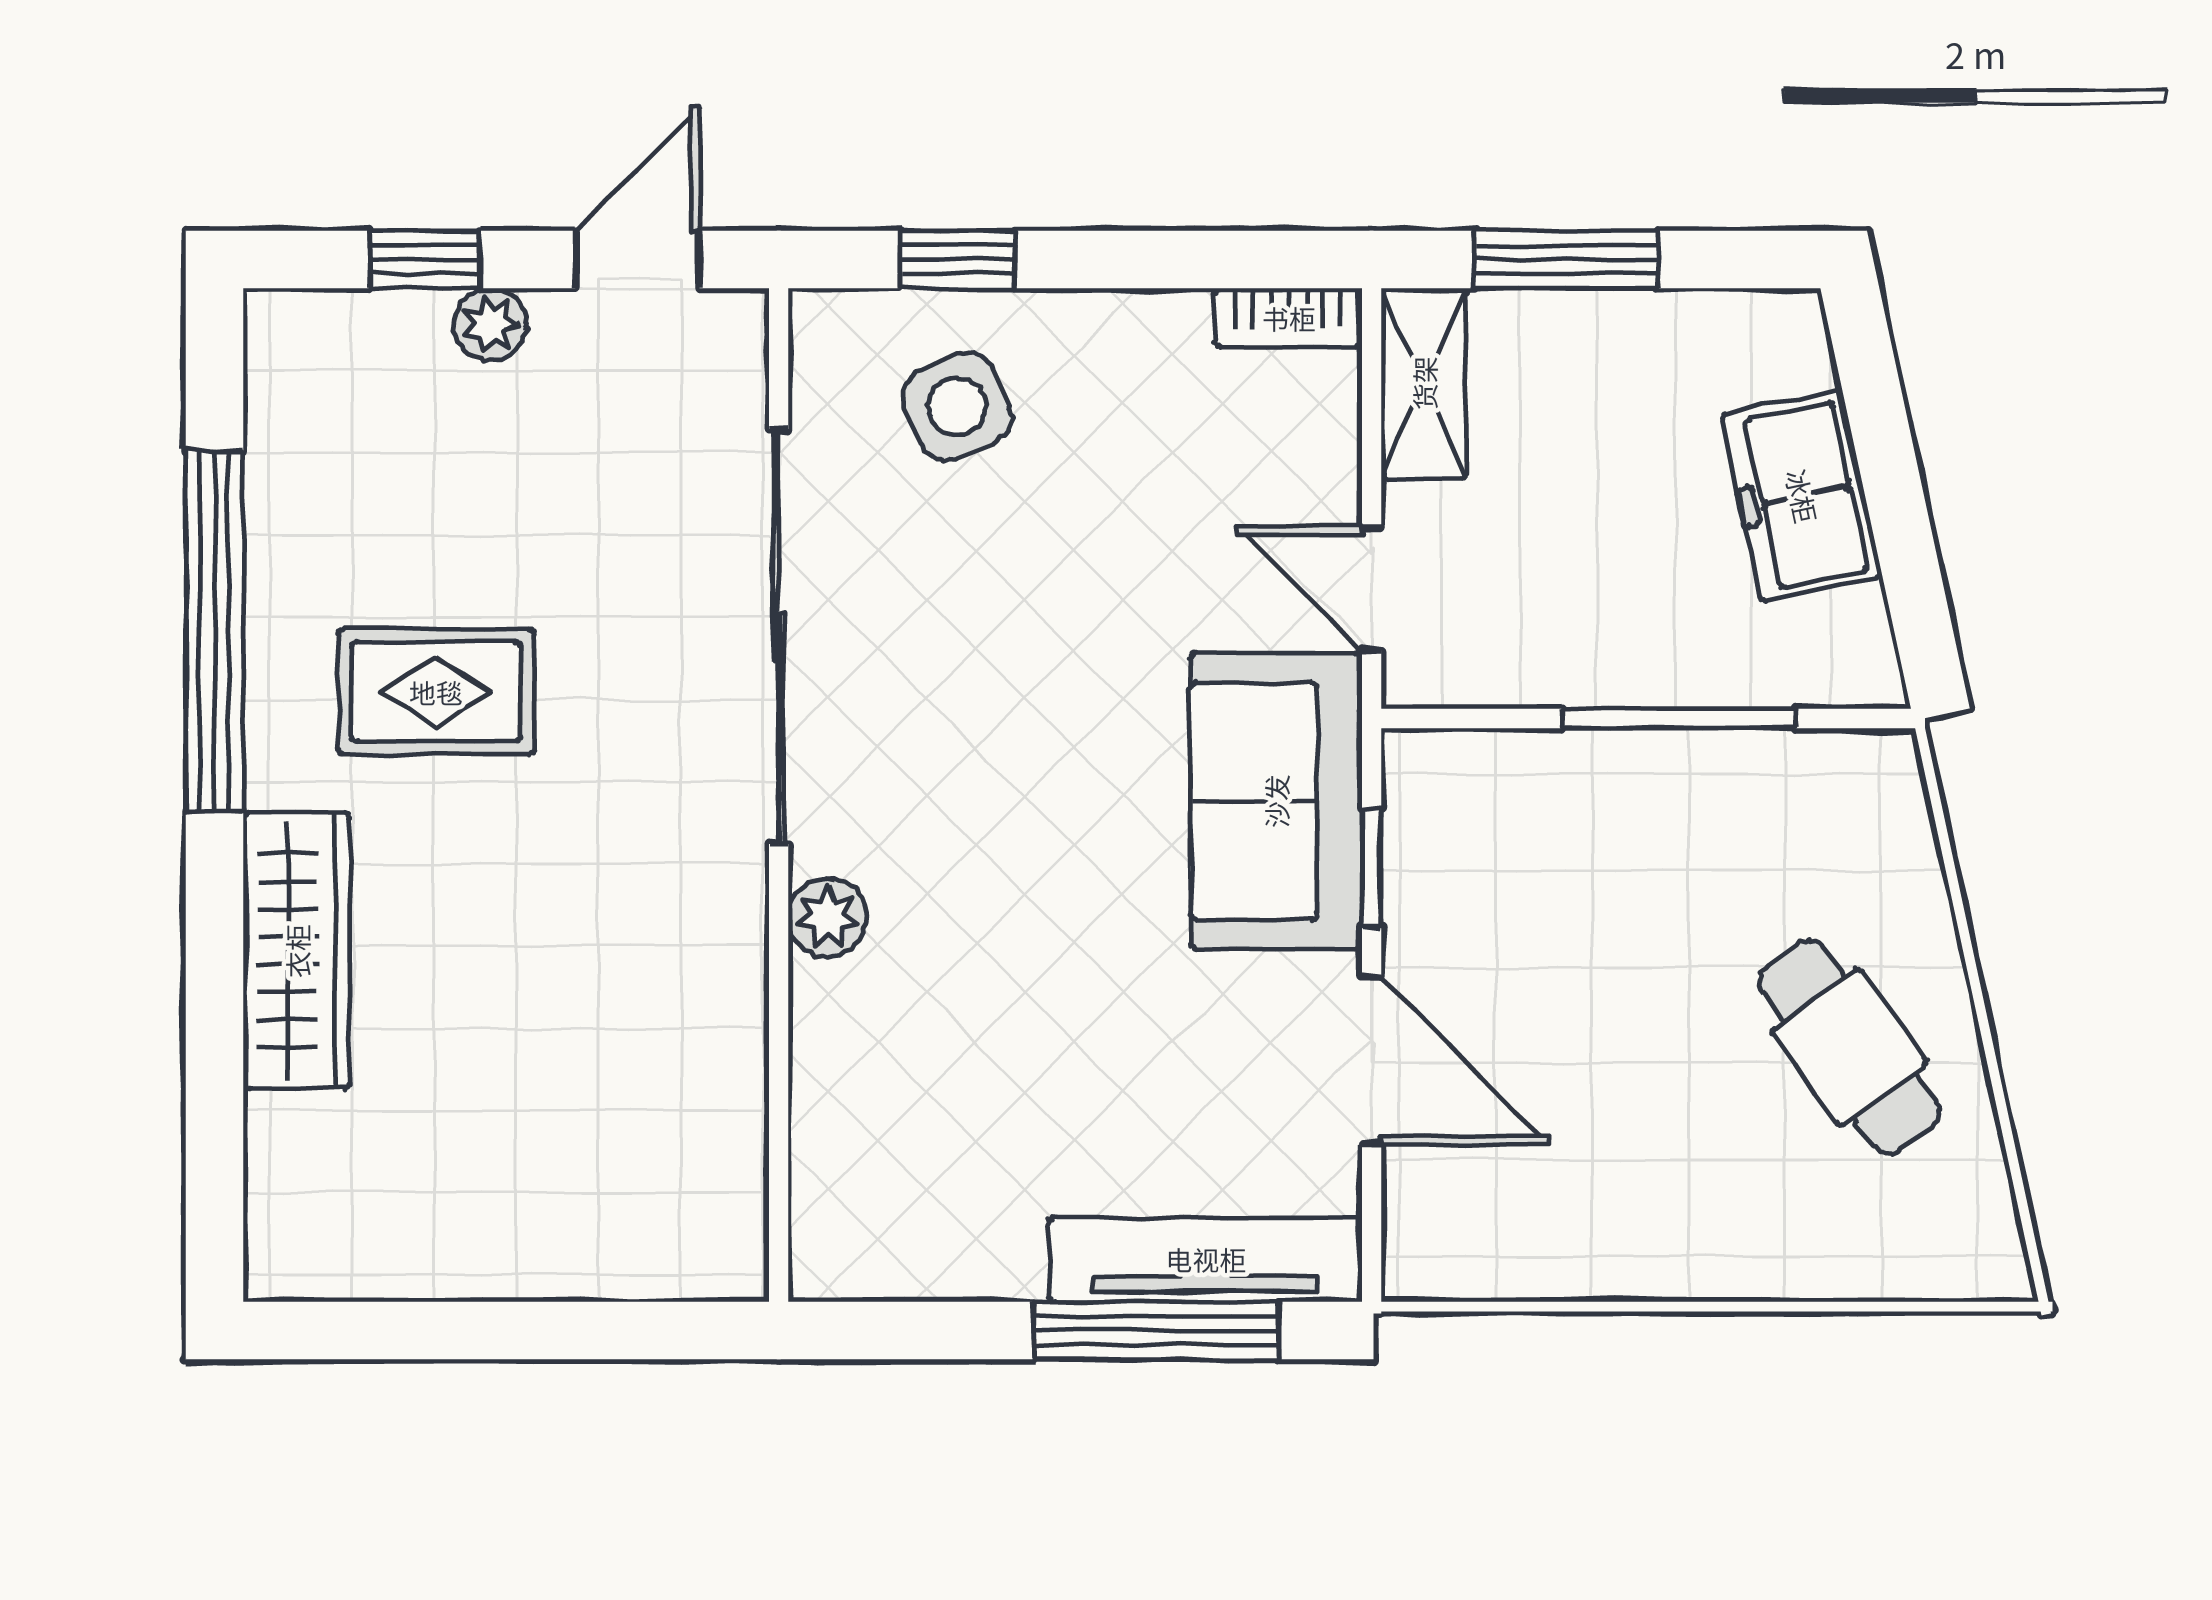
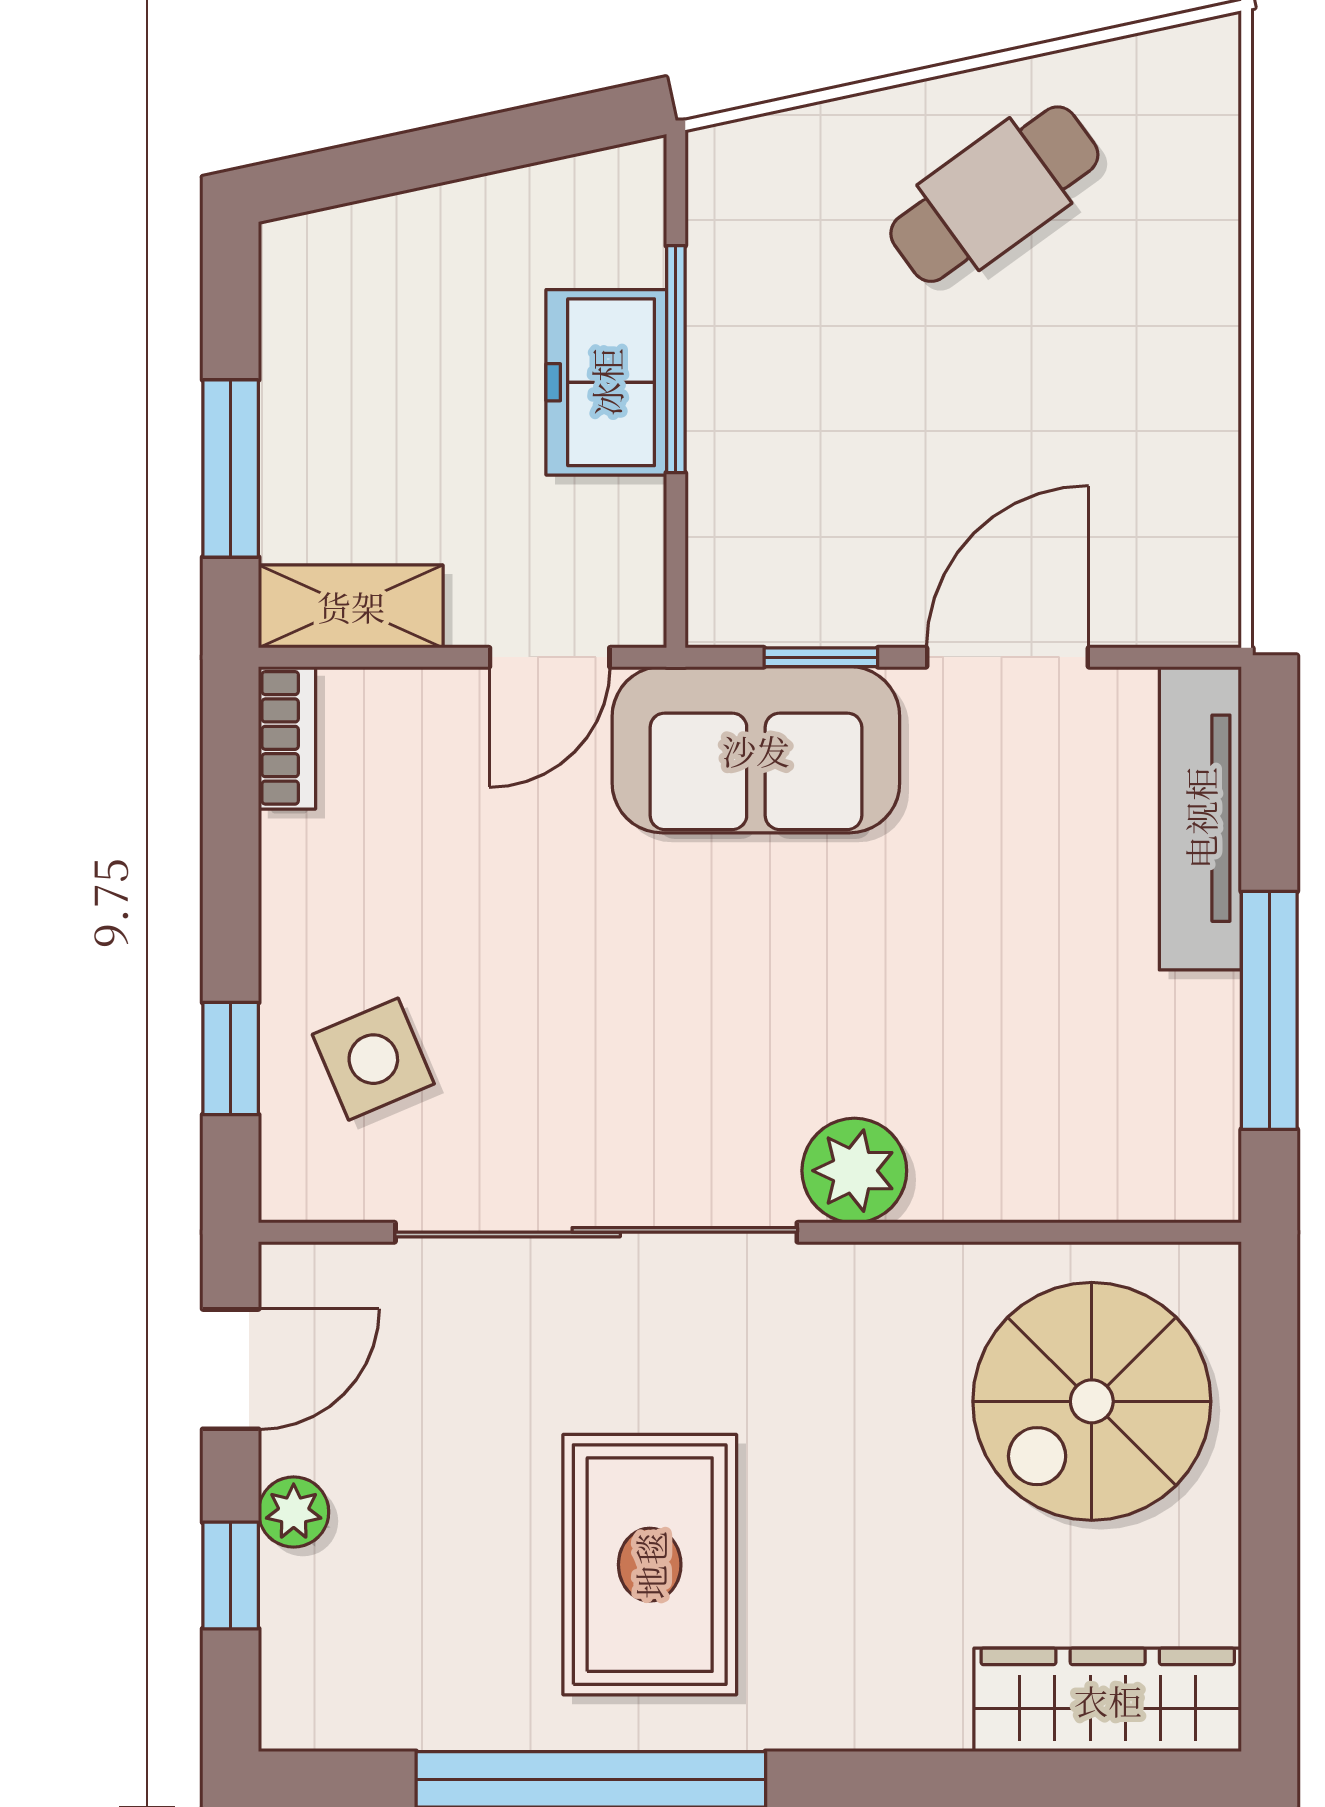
door: (637, 260) -> (231, 1369), swing flipped
freezer: (1802, 496) -> (606, 382), moved, turned 102
rug: (436, 692) -> (650, 1565), width x1.36, depth x1.43
plant: (828, 917) -> (854, 1171), width x1.38, depth x1.38
wardrobe: (297, 951) -> (1108, 1700), moved
spiral stairs: (604, 1148) -> (1092, 1401), added
window: (1156, 1331) -> (1269, 1010), moved

